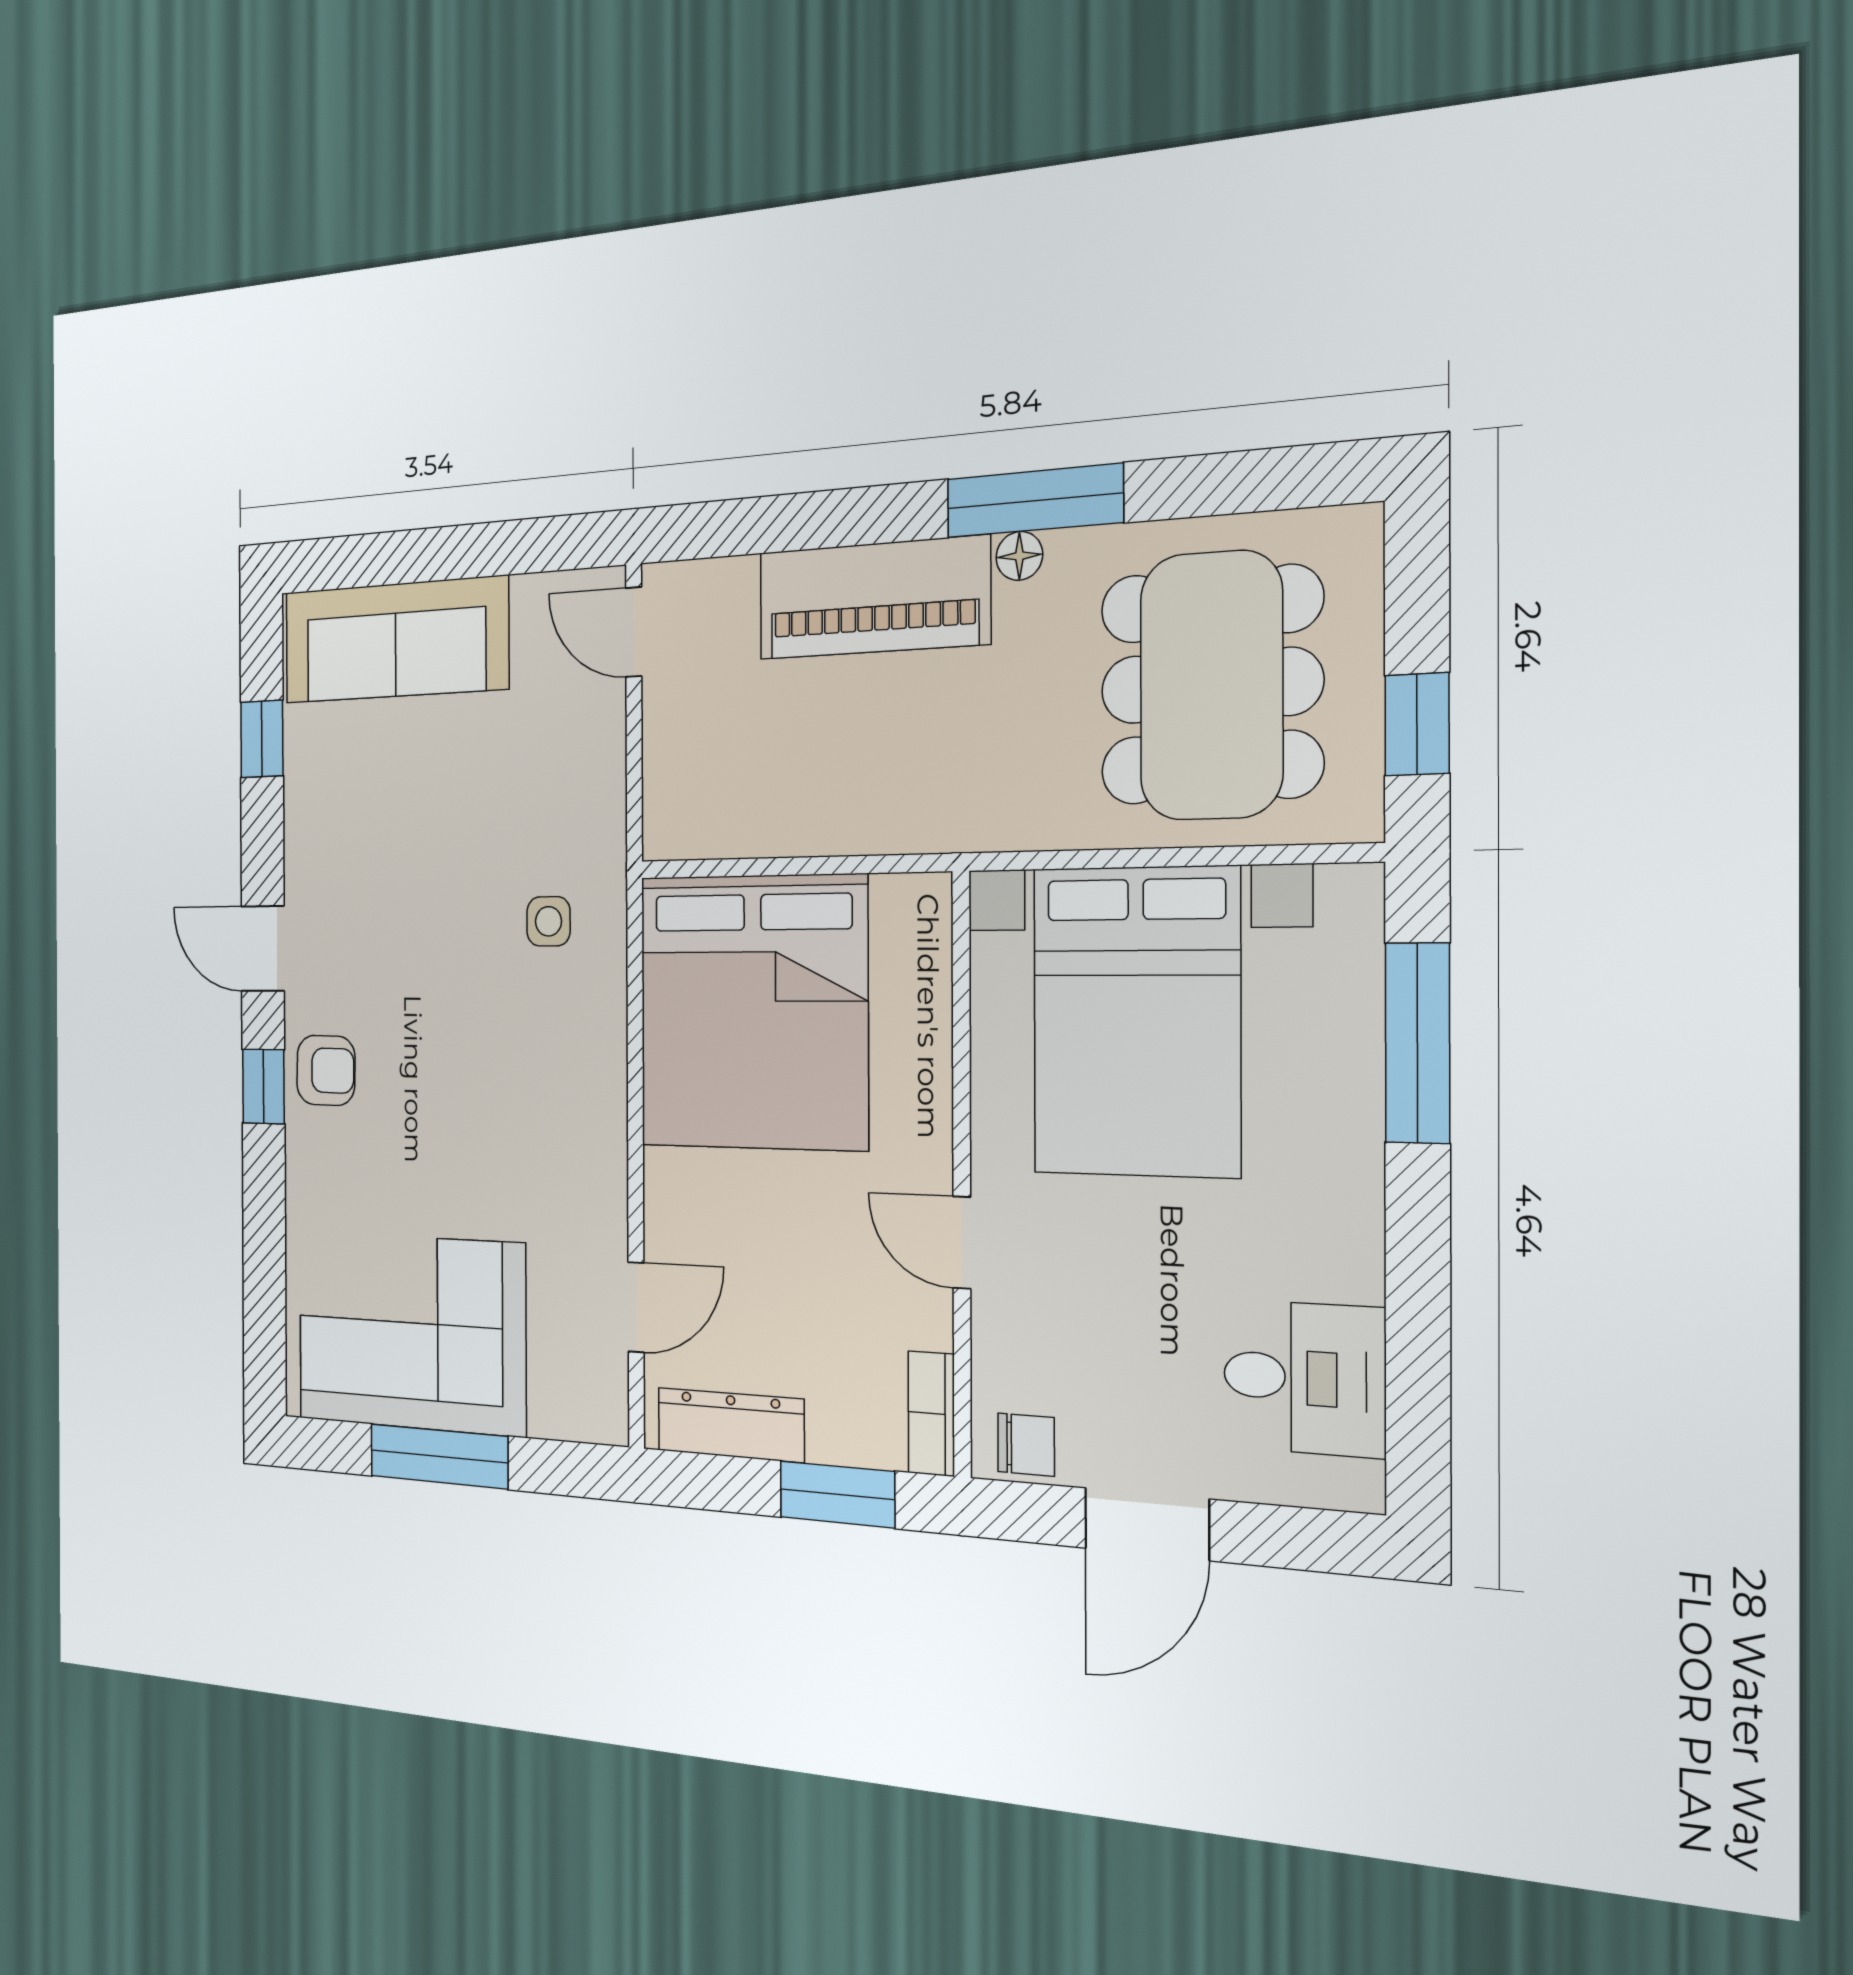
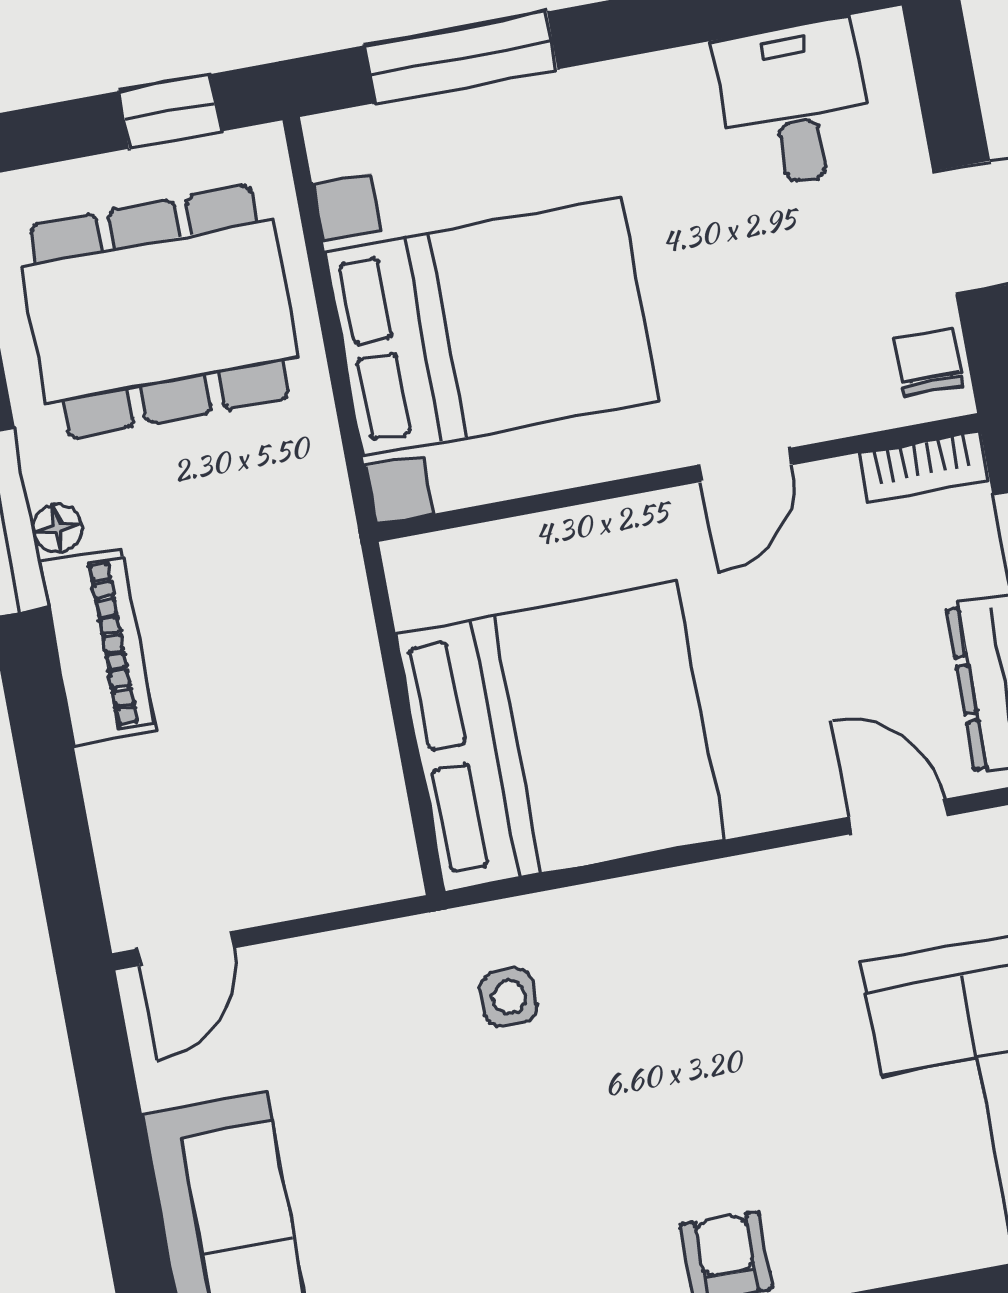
piano: (873, 598) -> (98, 646), width x0.73, depth x0.75

